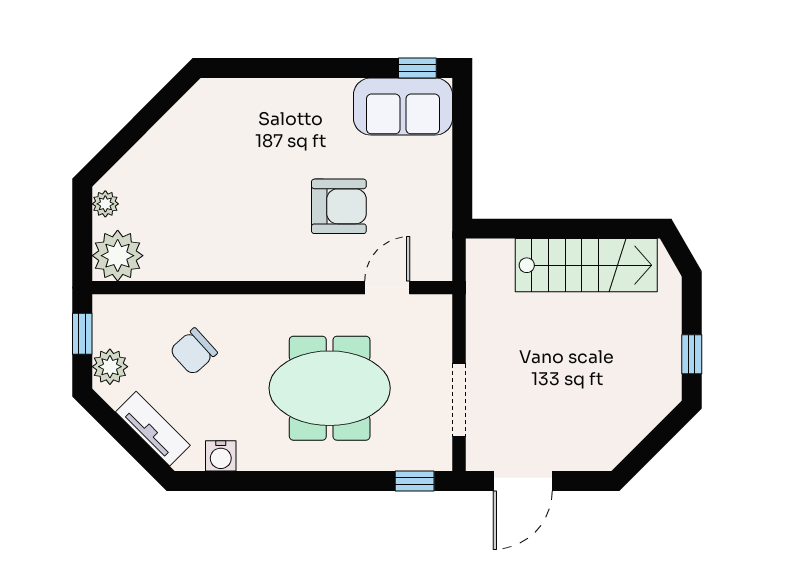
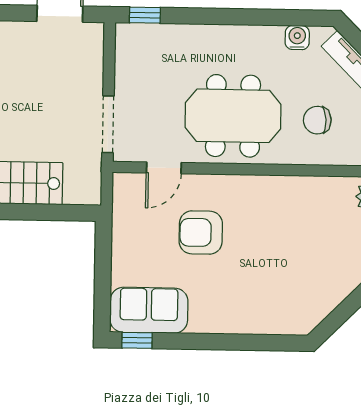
chair: (193, 352) -> (317, 120), turned -141
meeting table: (330, 388) -> (233, 116), moved
doorway: (459, 400) -> (108, 124), moved

